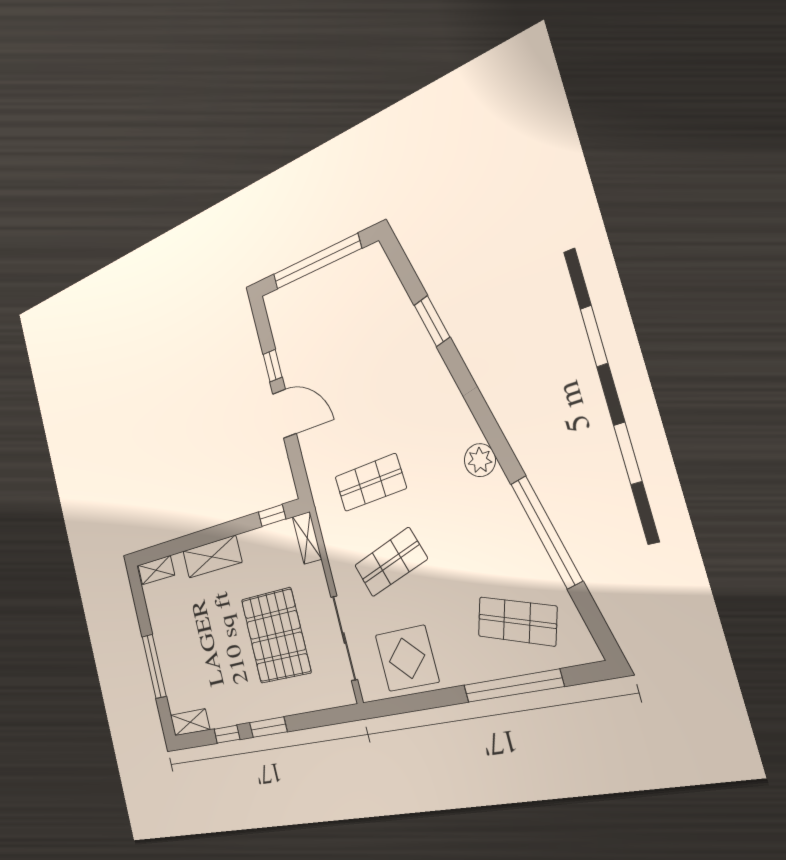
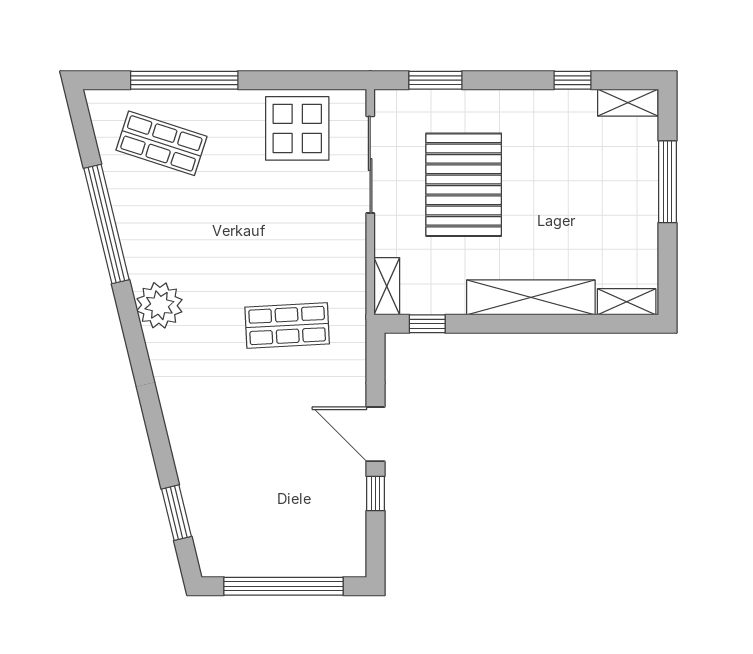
window: (432, 321) -> (176, 513), moved
plant: (480, 460) -> (159, 305), width x1.36, depth x1.36
shelving: (212, 557) -> (531, 297), width x1.47
shop shelf: (391, 562) -> (287, 234), removed
window: (268, 727) -> (435, 80), moved

